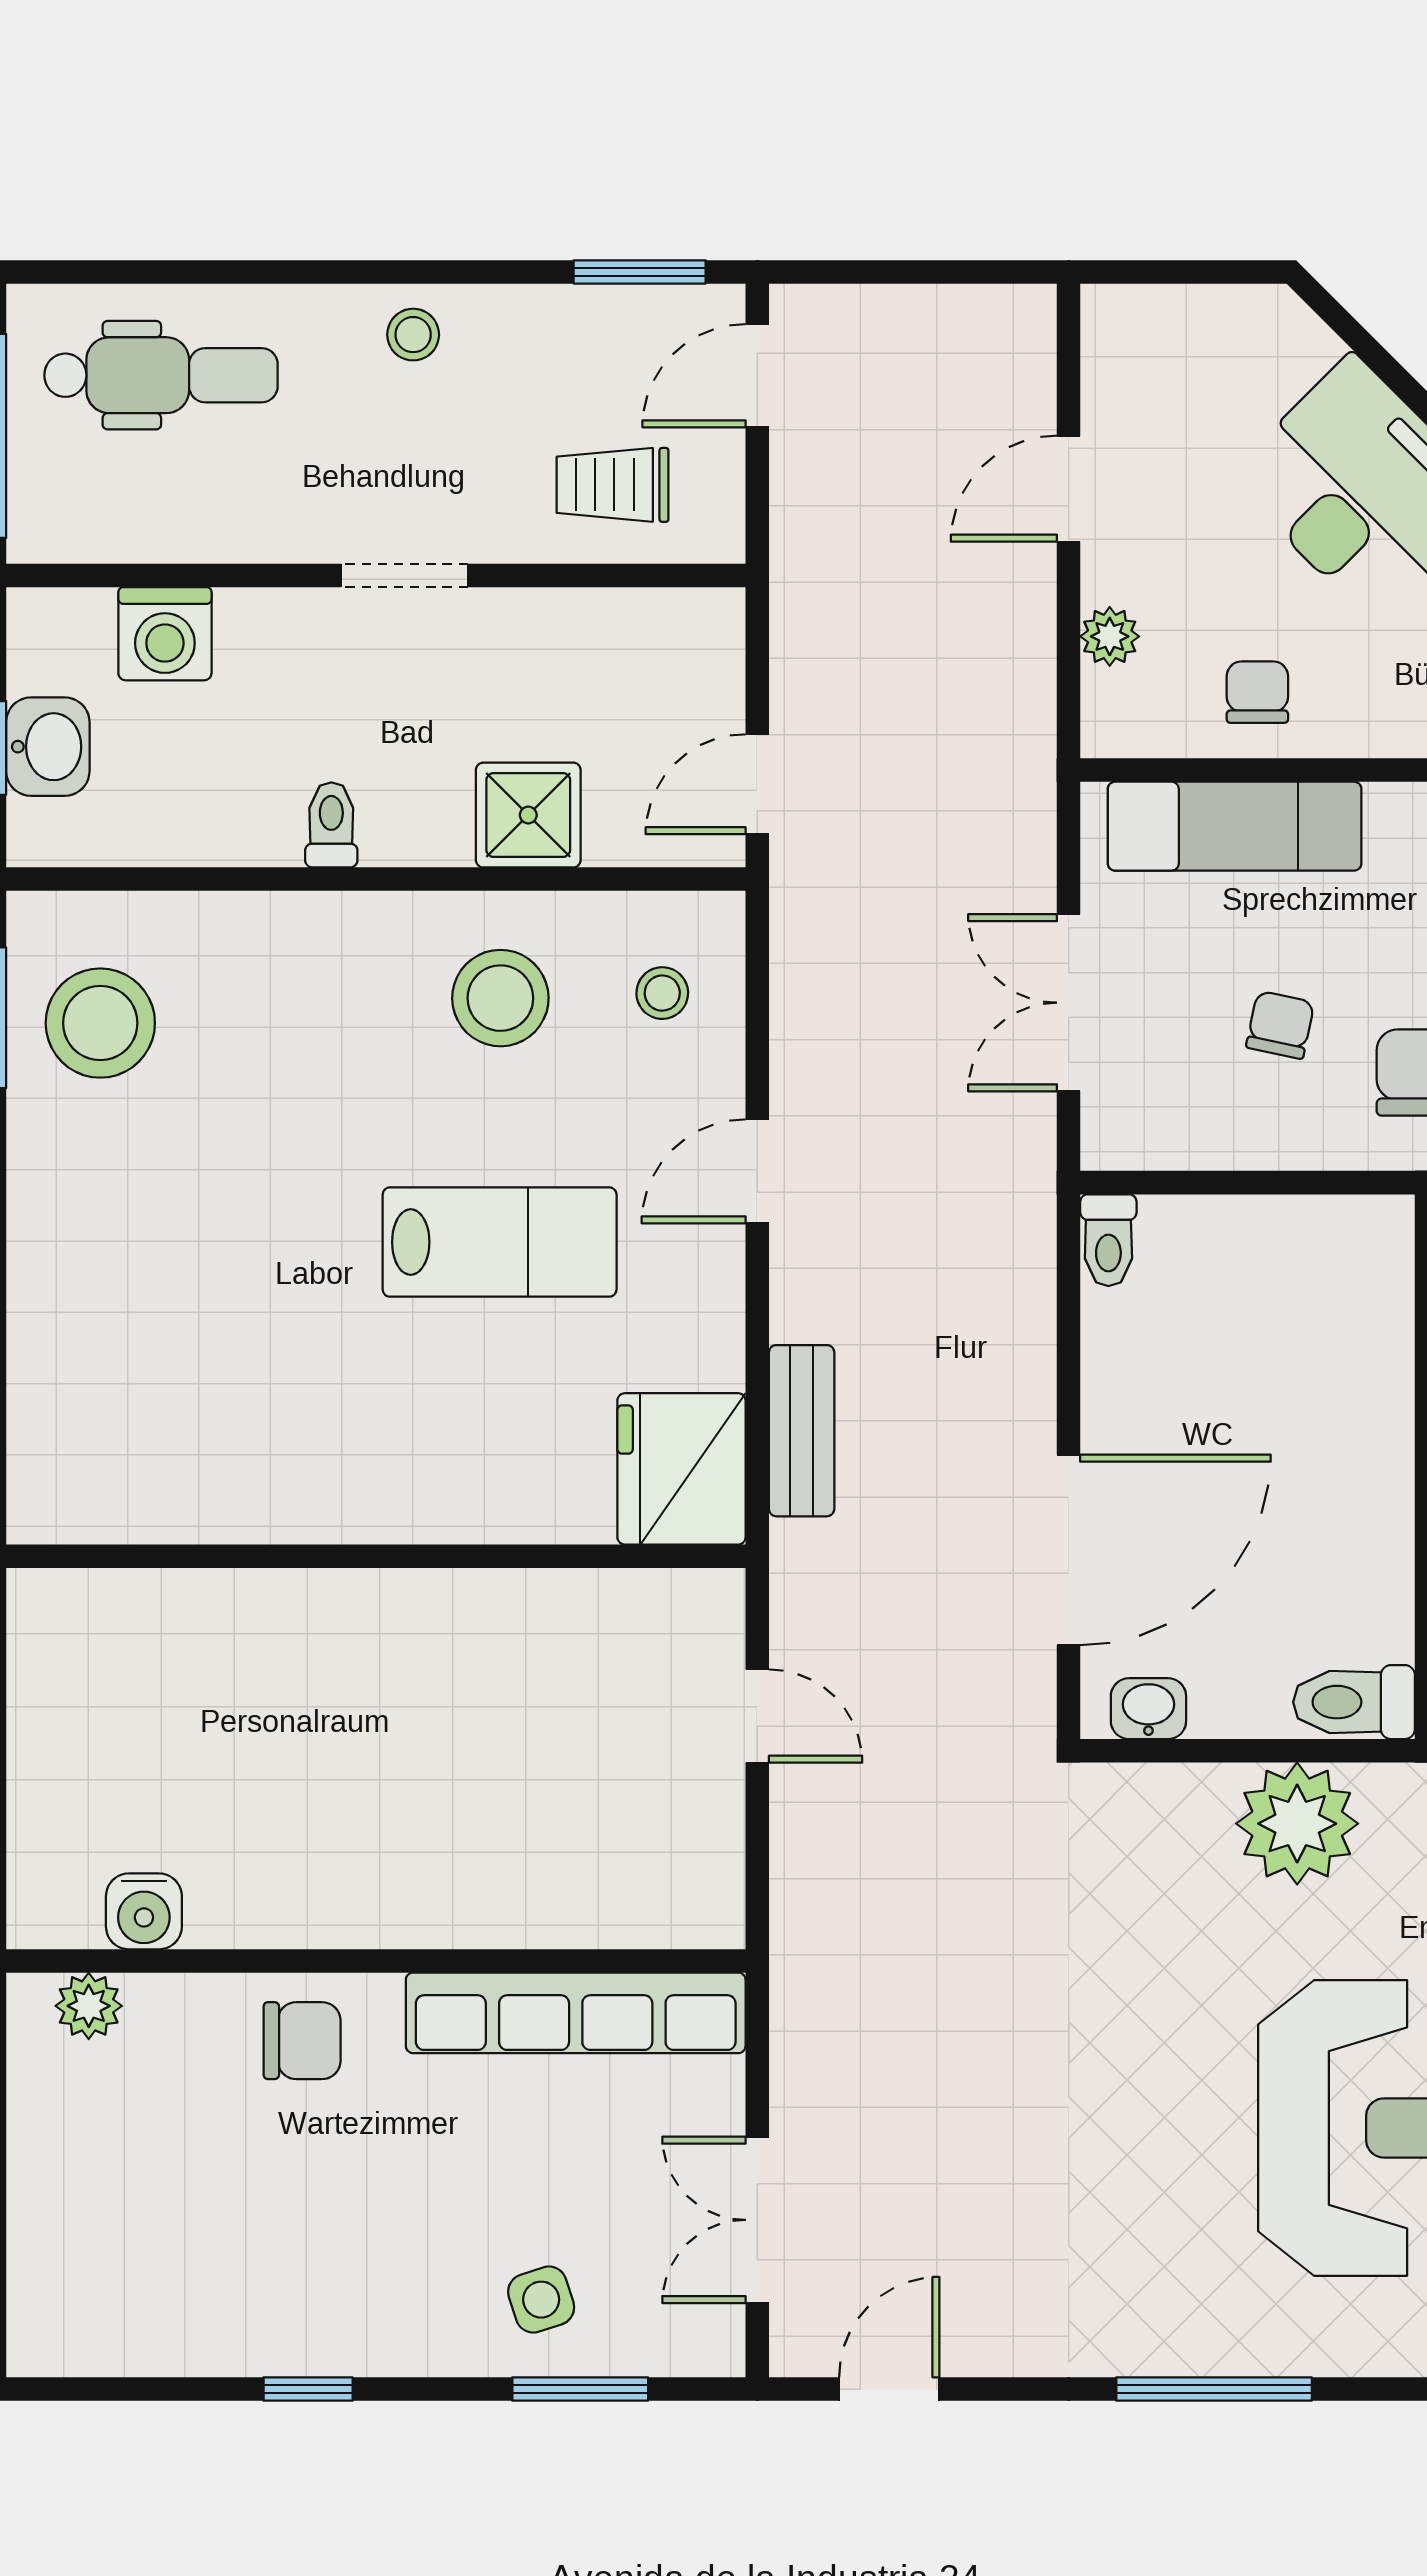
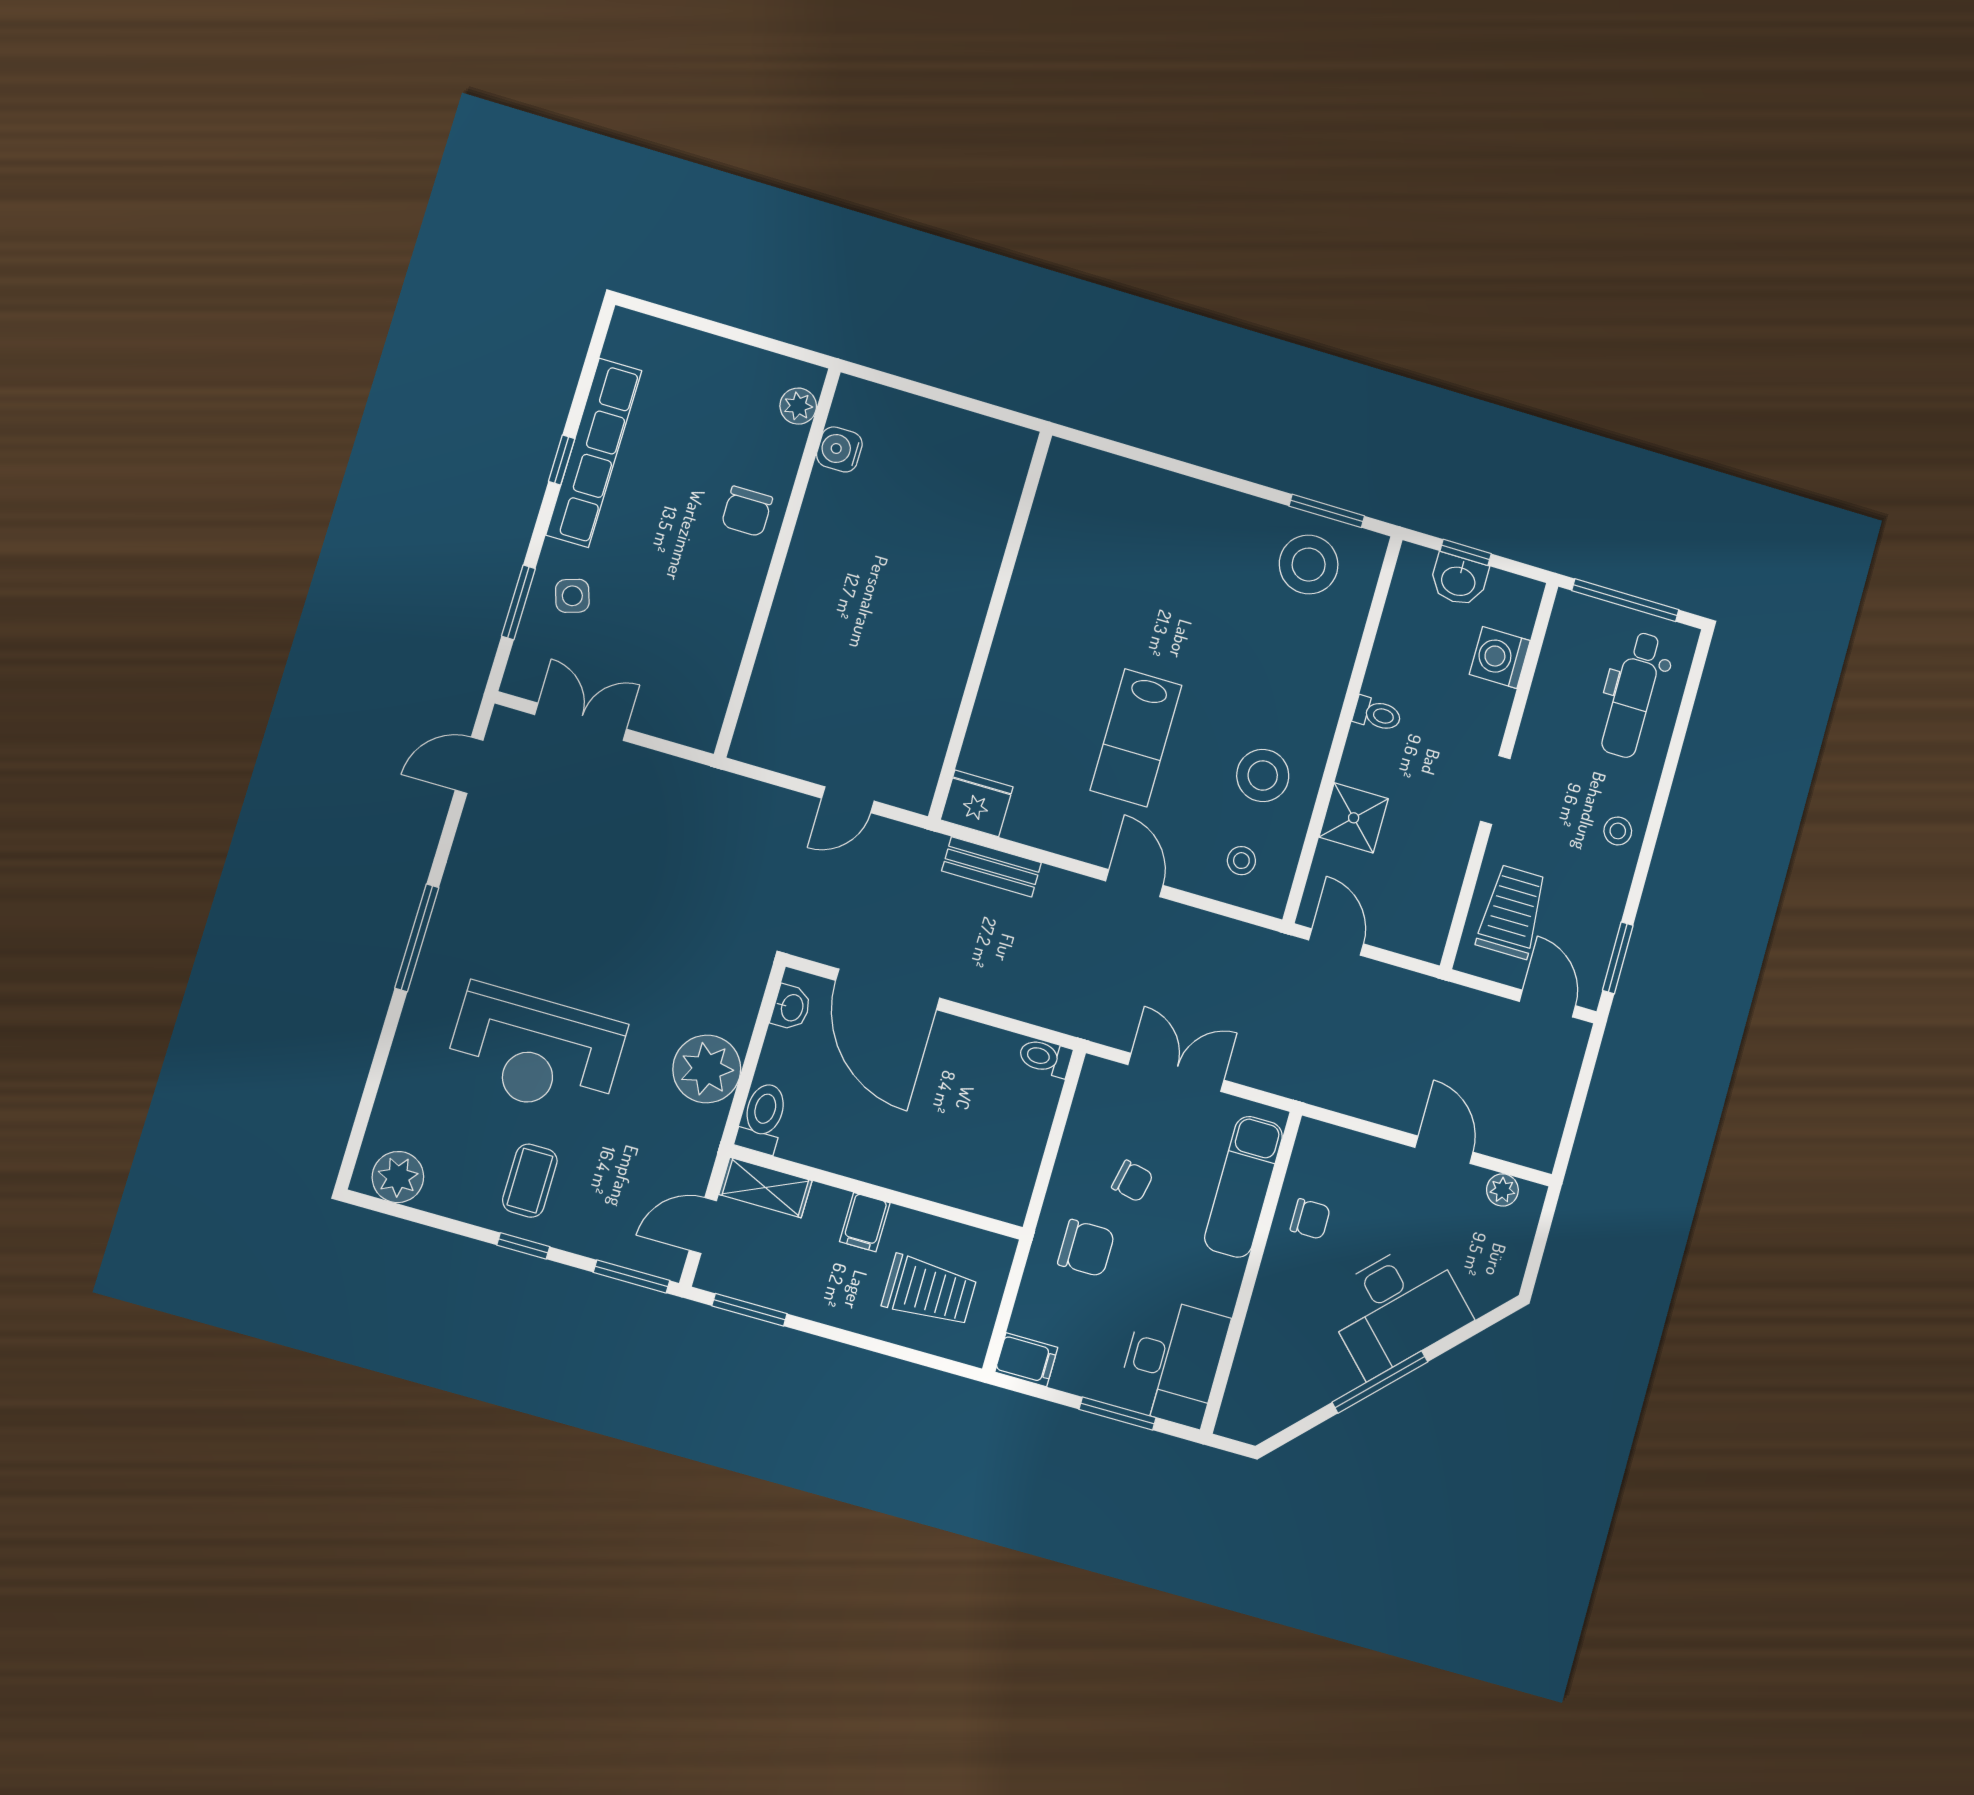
trolley: (613, 485) -> (1512, 912), width x1.36, depth x1.39
plant: (1110, 636) -> (1502, 1190), moved
fridge: (681, 1469) -> (977, 803), width x0.73, depth x0.75
row of seats: (576, 2013) -> (594, 453), moved, turned 180
door: (889, 2389) -> (469, 765), swing flipped

